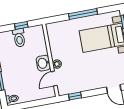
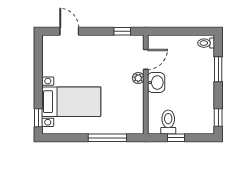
window: (83, 14) -> (107, 138), moved
toilet: (19, 38) -> (168, 122), moved

